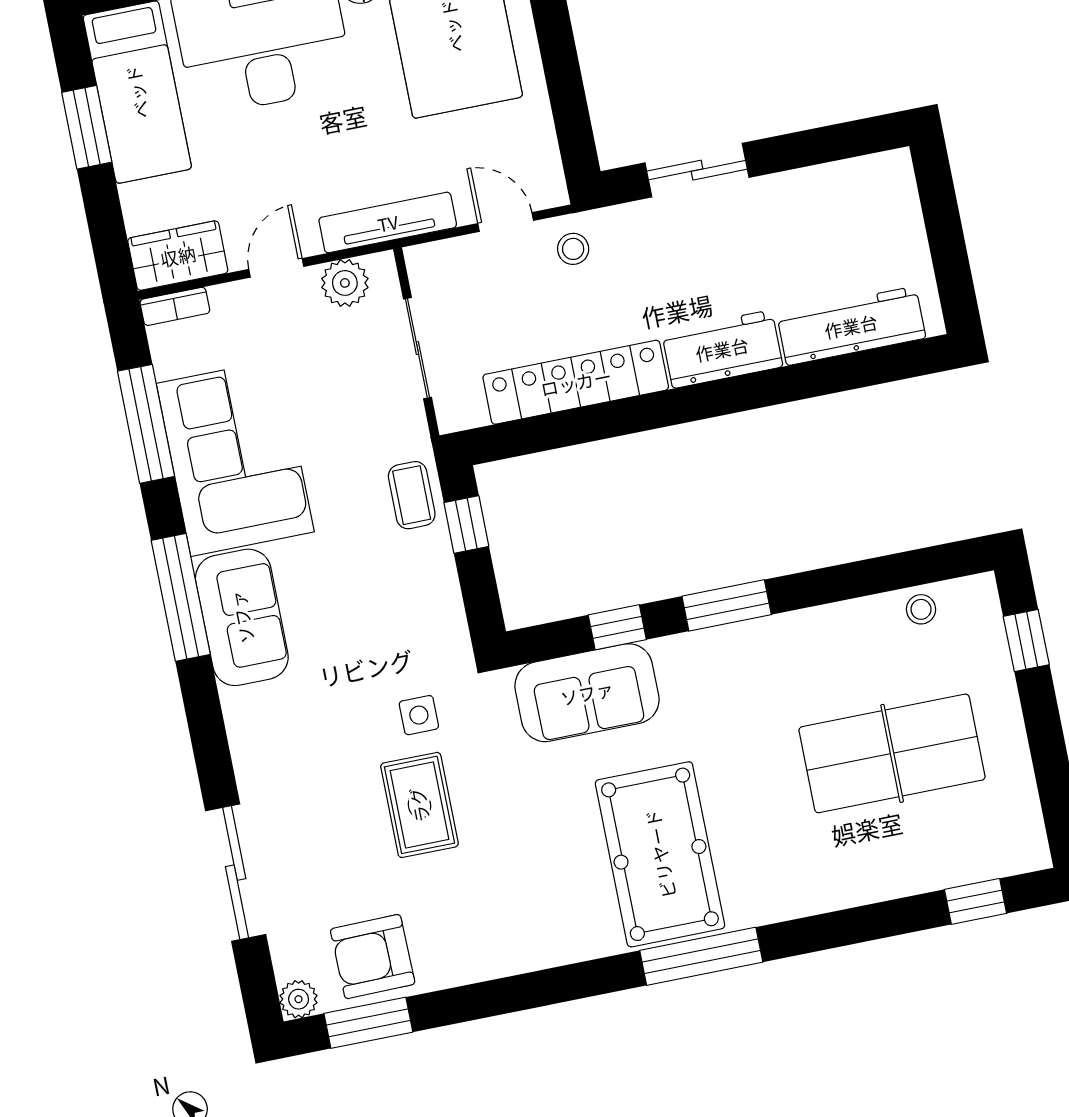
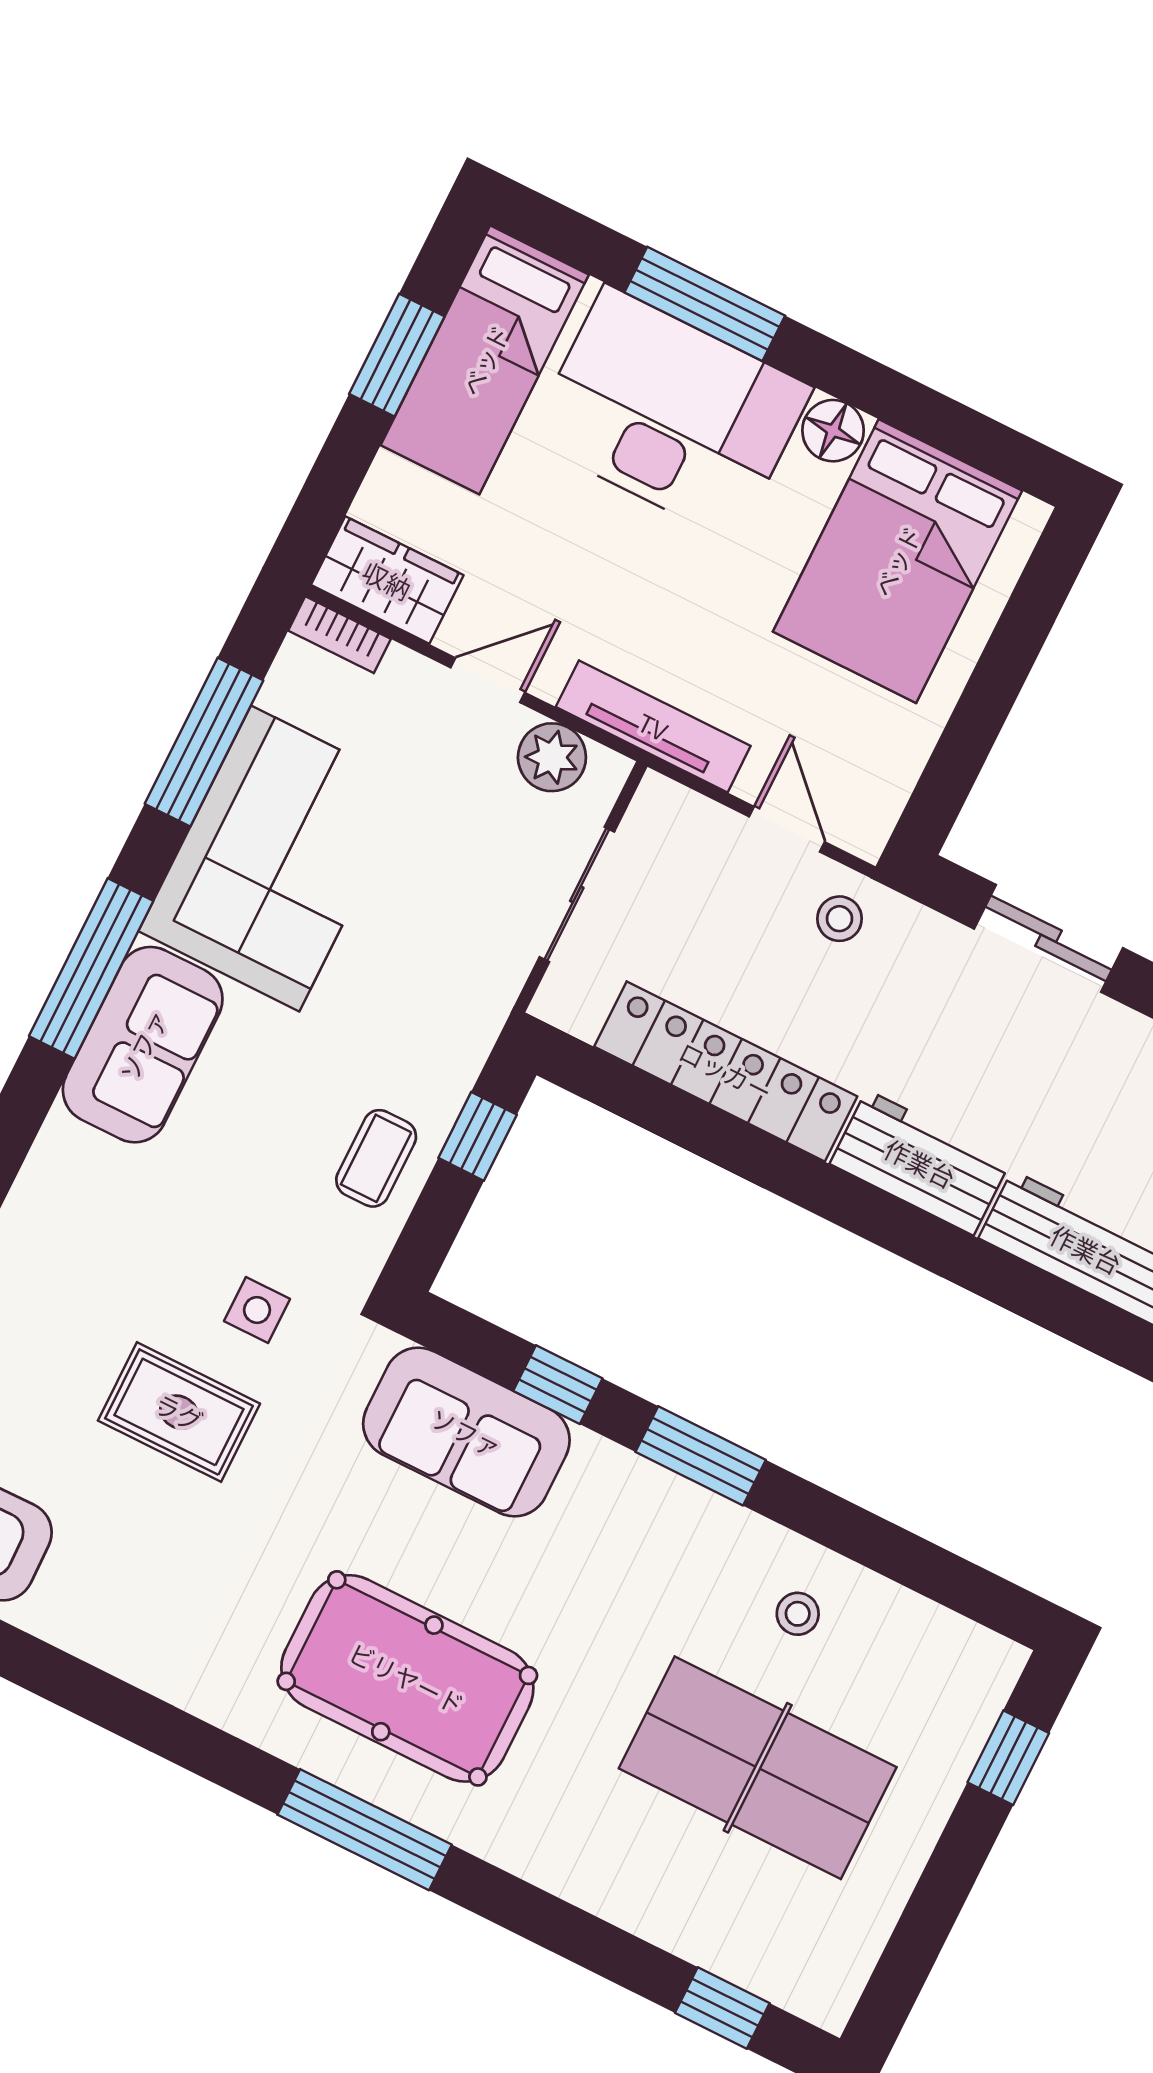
coffee table: (412, 495) -> (376, 1158), moved
stool: (921, 609) -> (798, 1614), moved
rug: (419, 805) -> (179, 1412), turned 90
pool table: (660, 854) -> (407, 1678), turned 90

